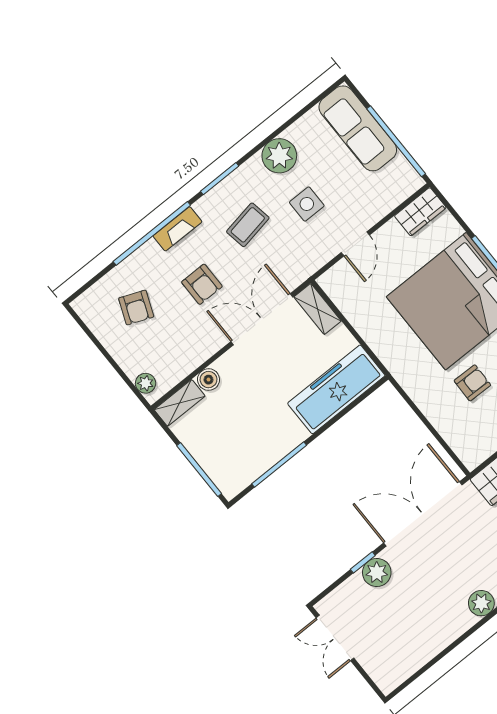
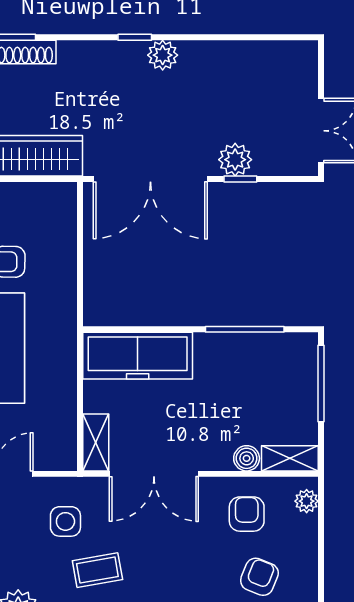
side table: (307, 204) -> (65, 521), moved
armchair: (202, 284) -> (247, 514), moved

